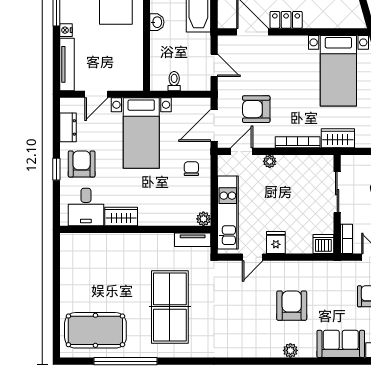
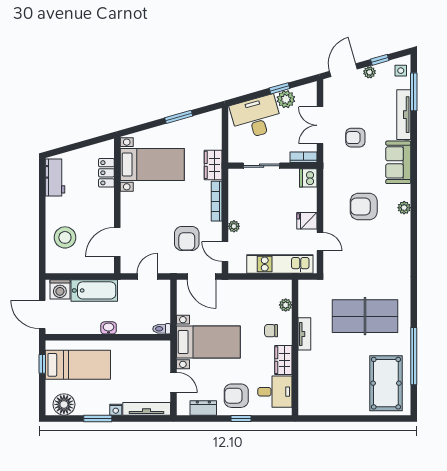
locker: (286, 20) -> (106, 173), moved
toilet: (174, 81) -> (162, 329), moved
chair: (191, 169) -> (271, 331), moved
plant: (203, 219) -> (286, 305), moved
tv unit: (193, 240) -> (304, 334), moved

